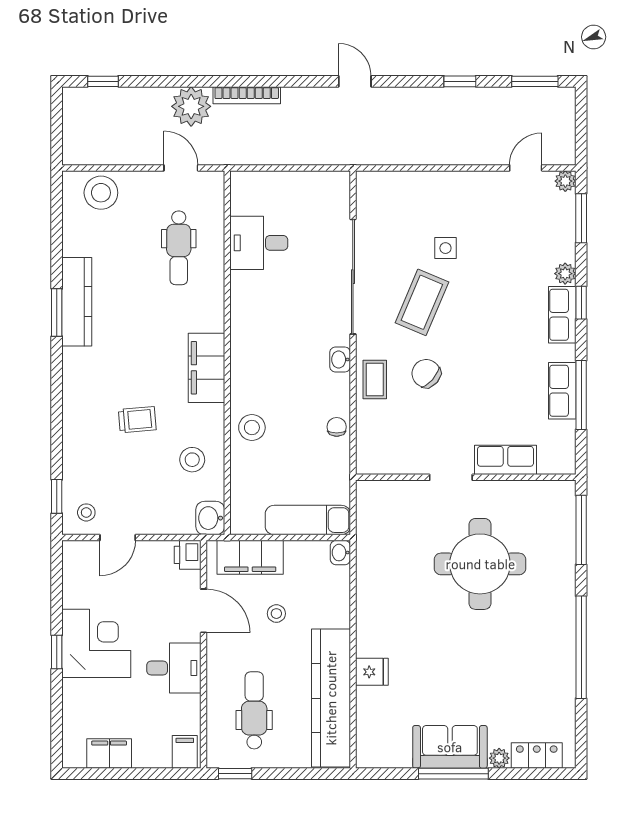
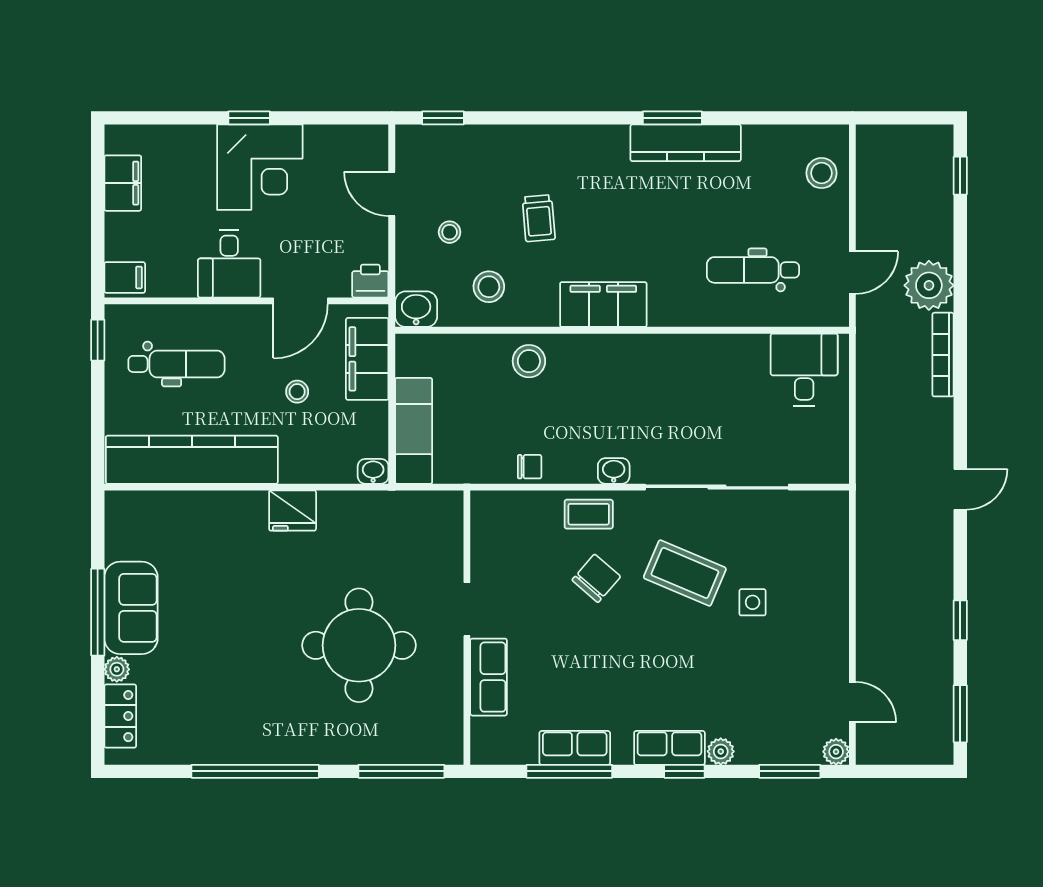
stool: (101, 193) -> (822, 173), width x0.73, depth x0.73
desk: (259, 243) -> (804, 370), moved
stool: (86, 512) -> (450, 232), moved
fridge: (372, 672) -> (293, 511), moved, width x1.38

